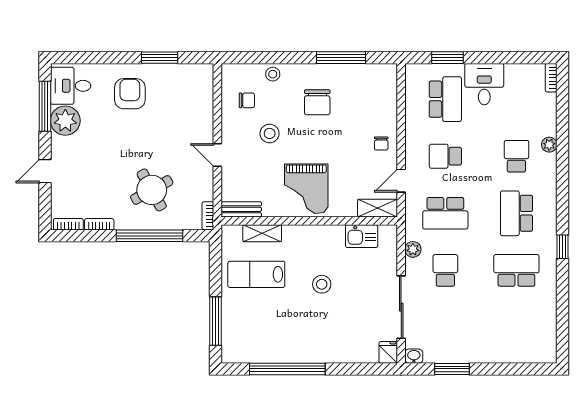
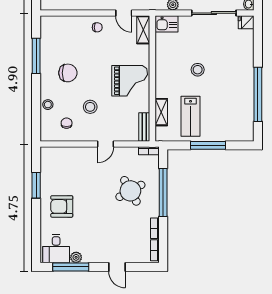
plant: (65, 121) -> (76, 257), width x0.53, depth x0.53
kitchen sink: (362, 236) -> (167, 24), moved, turned 90
window: (216, 321) -> (208, 145), moved

